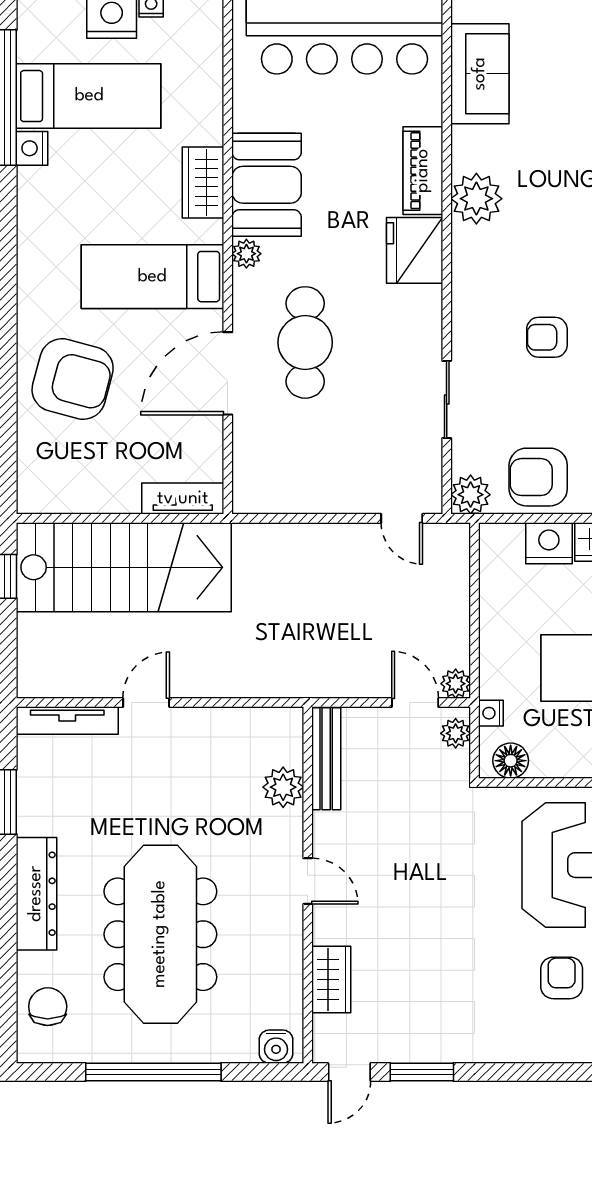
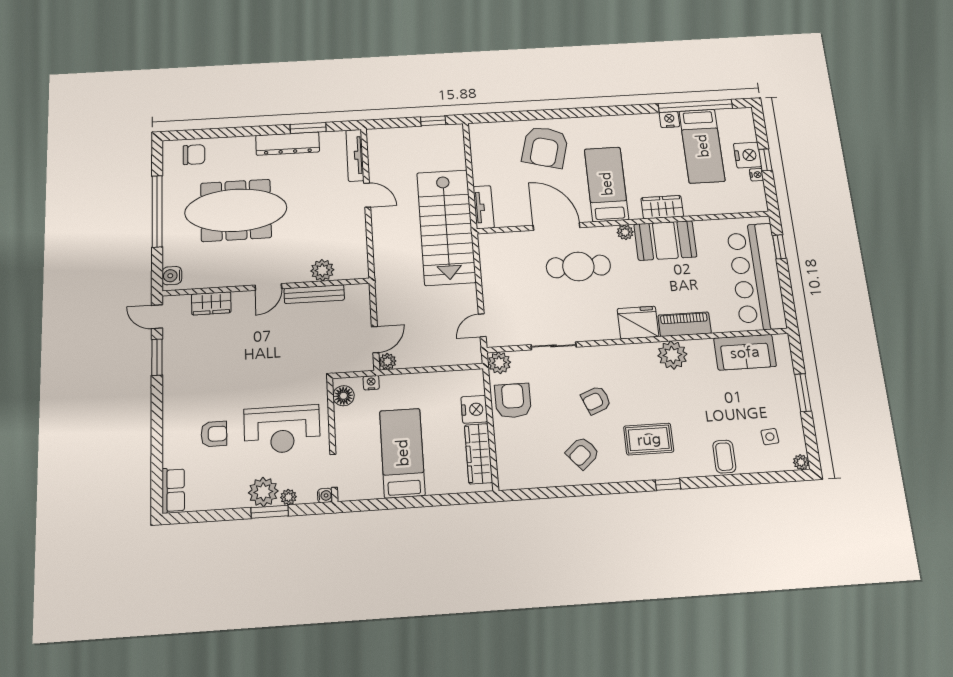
armchair: (547, 337) -> (596, 400), turned -112
stairs: (124, 567) -> (446, 227), moved
plant: (456, 733) -> (358, 363), removed
bench: (326, 759) -> (314, 294), moved
dresser: (36, 894) -> (288, 144), moved

